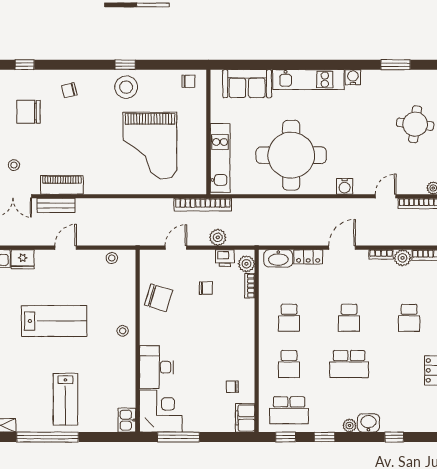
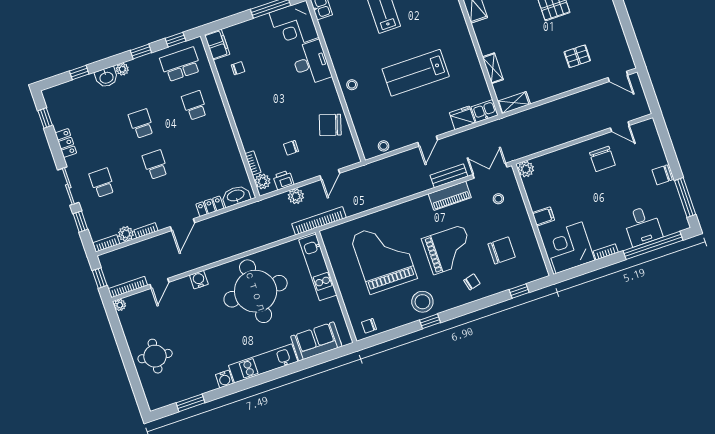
grand piano: (82, 131) -> (448, 250), added
school desk: (289, 318) -> (208, 146), removed
school desk: (349, 364) -> (141, 124), width x0.54

